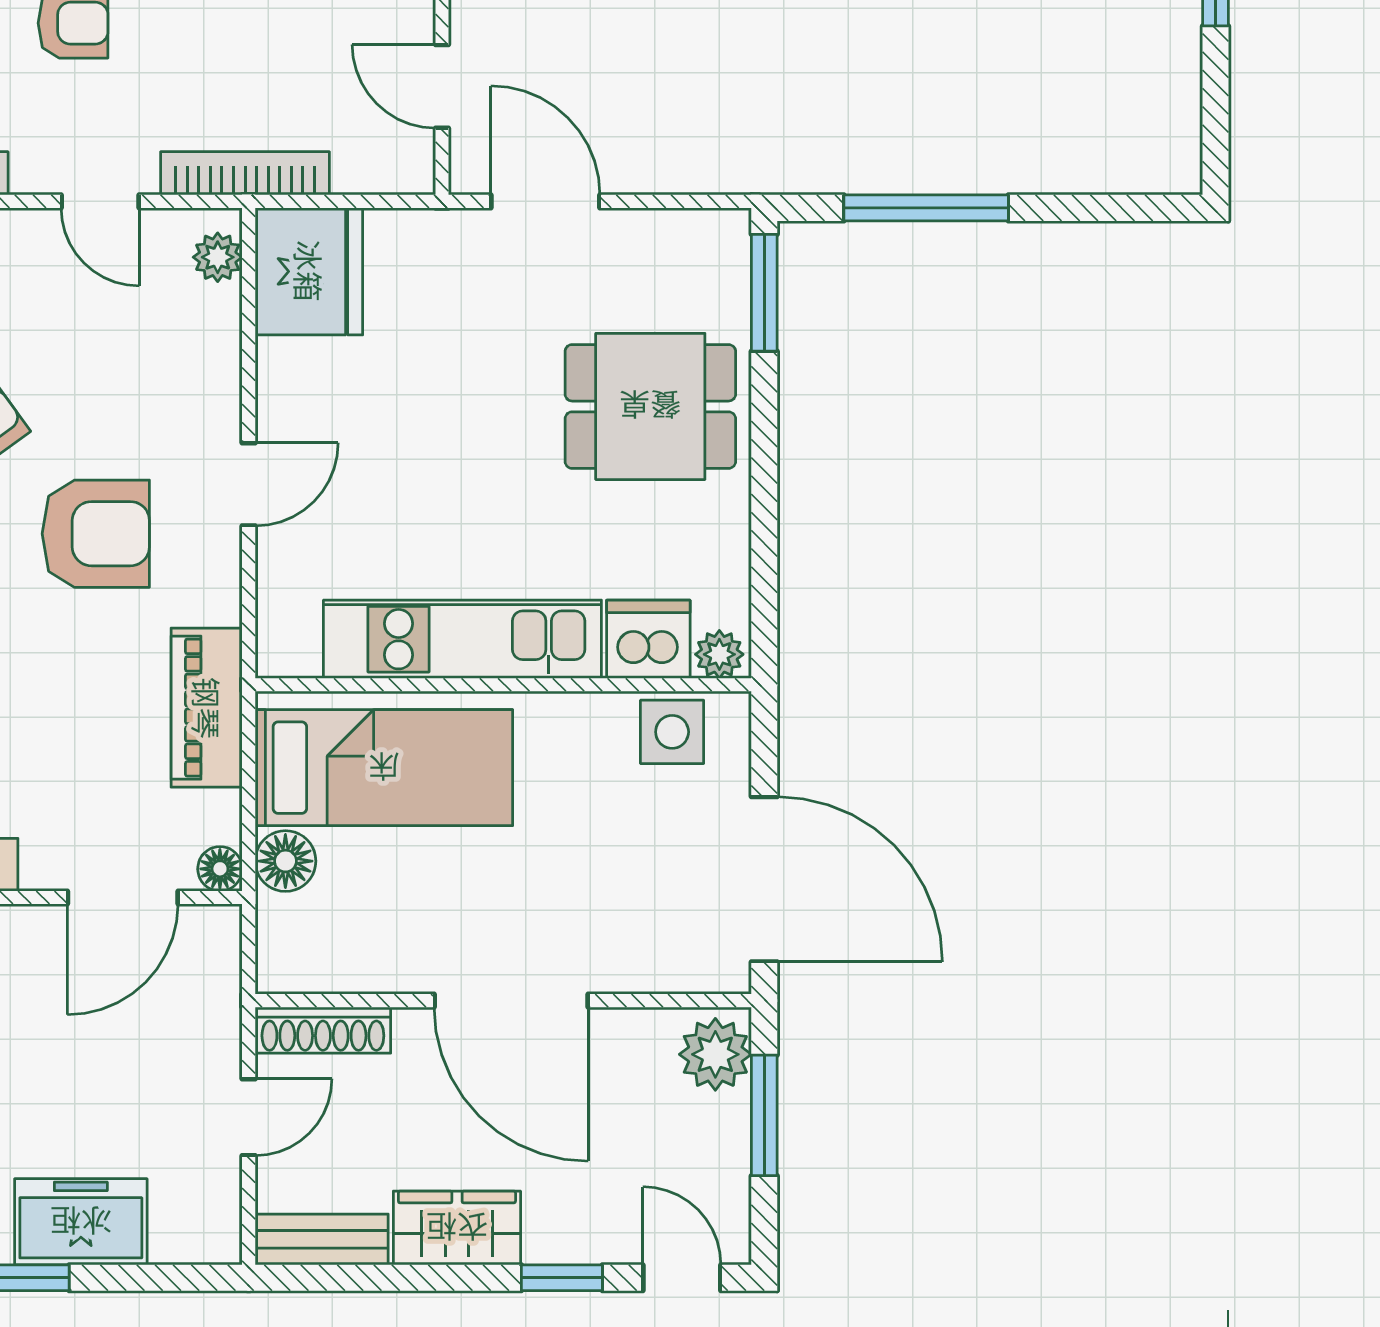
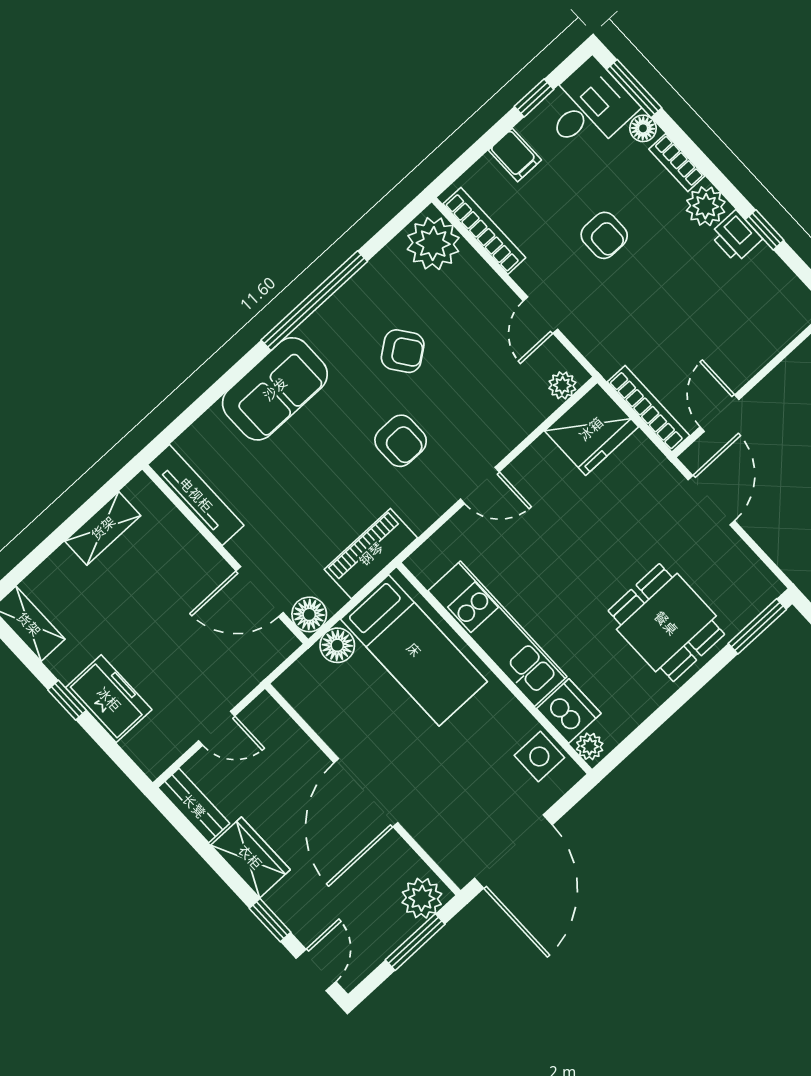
bookcase: (245, 173) -> (648, 409), moved
armchair: (96, 534) -> (401, 441), width x0.72, depth x0.72
floor lamp: (220, 869) -> (309, 614), width x1.37, depth x1.37
shoe rack: (323, 1030) -> (281, 726), removed

